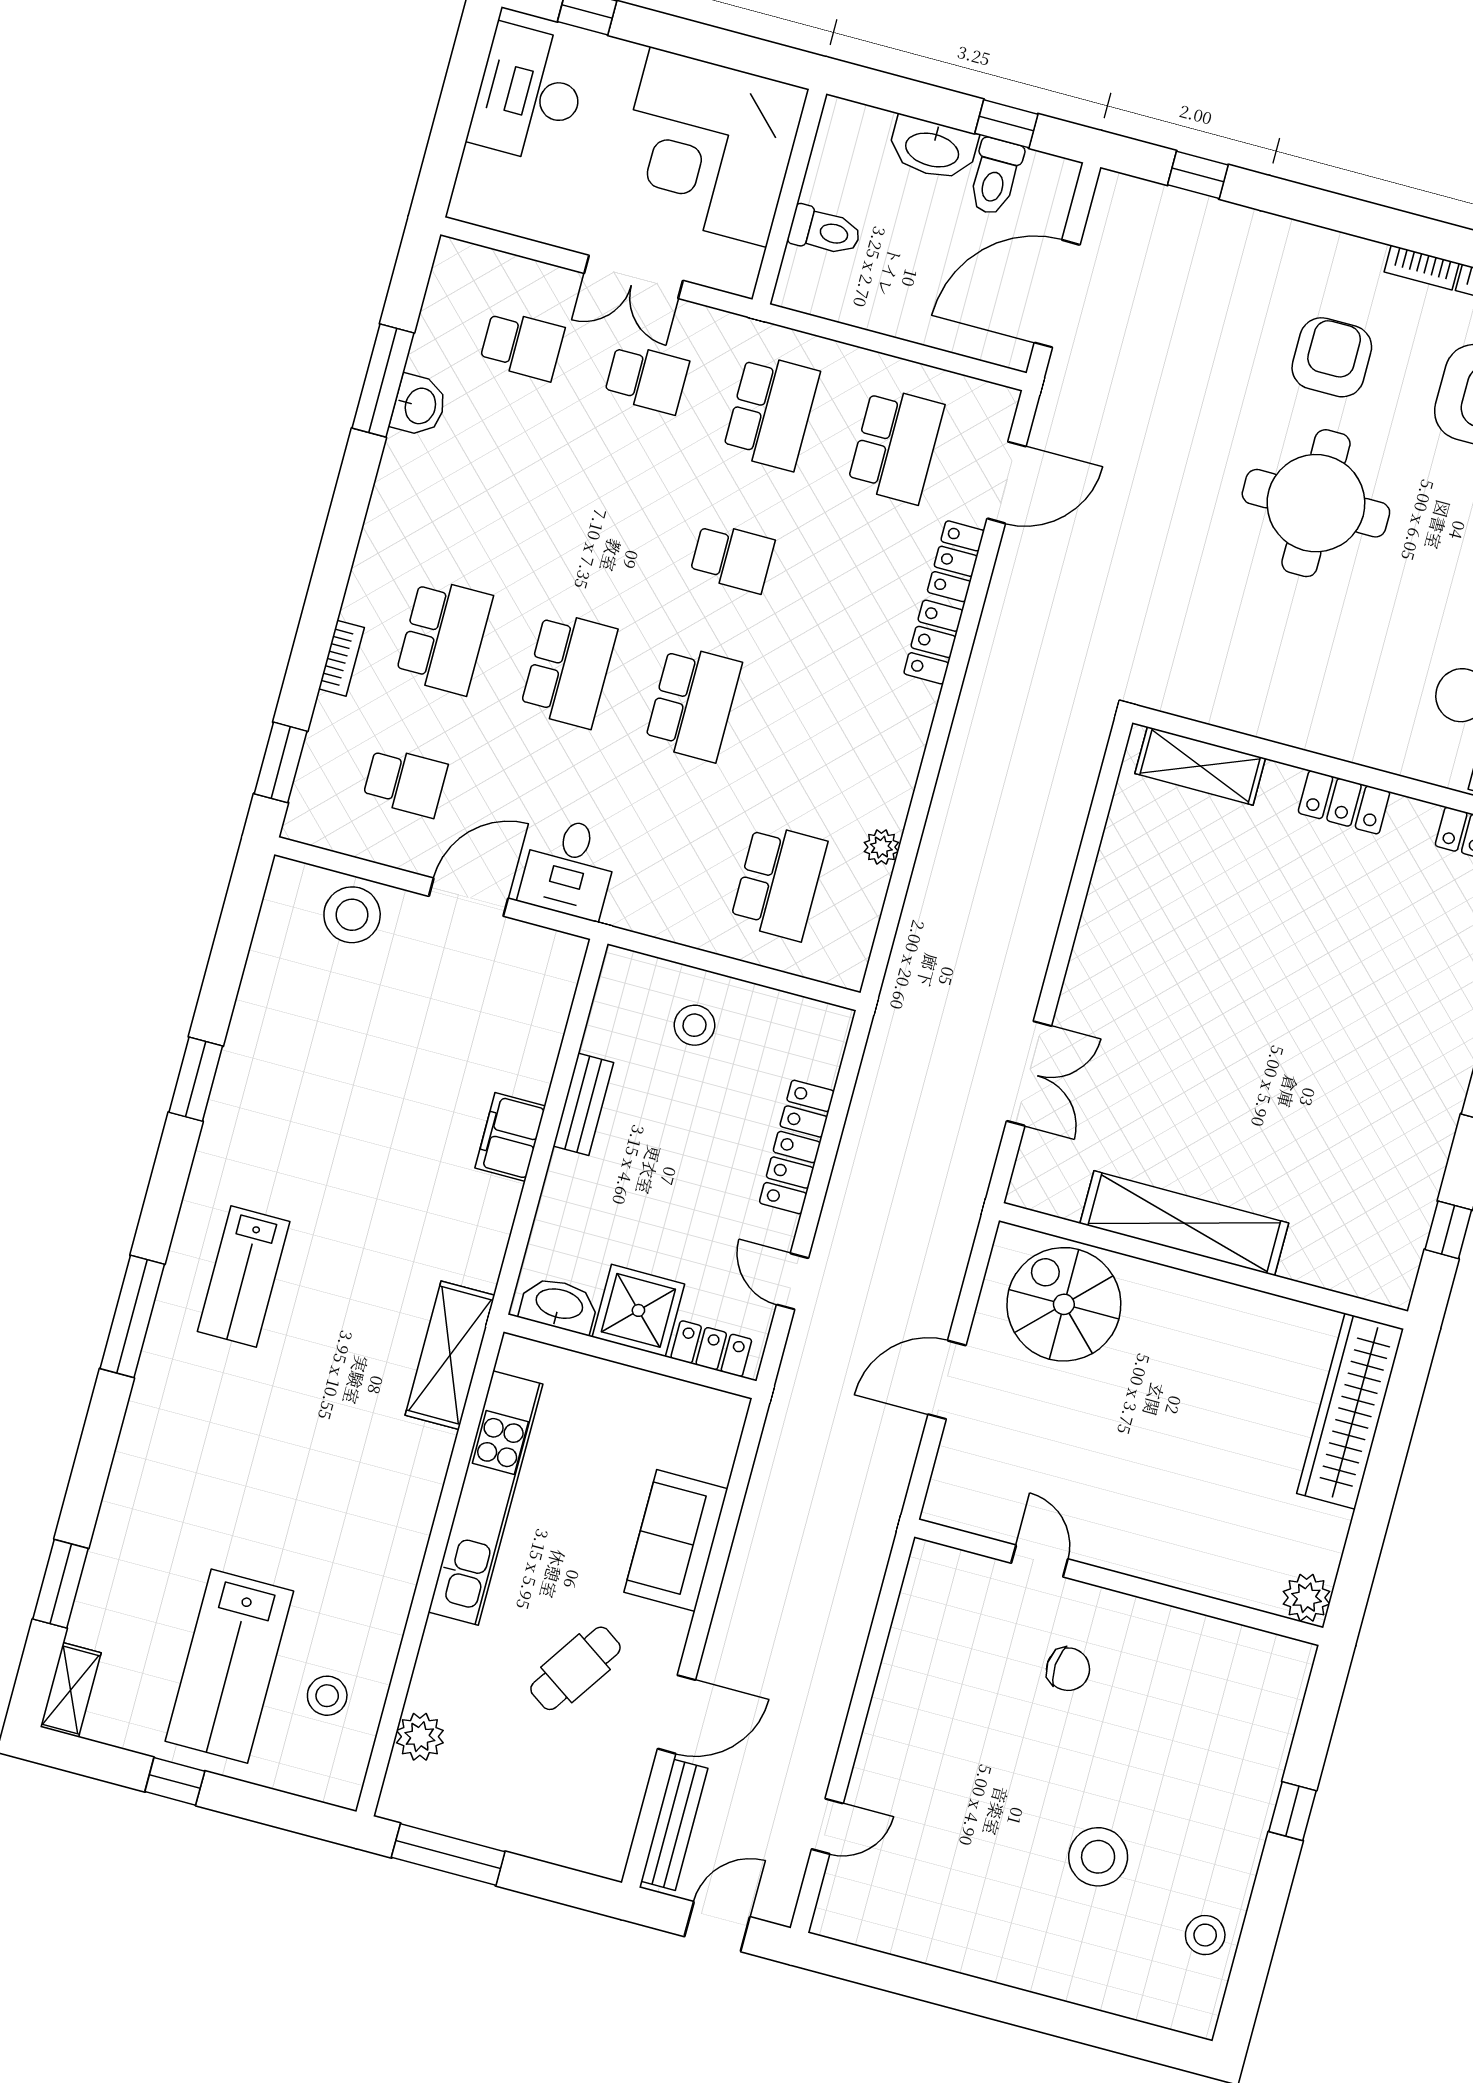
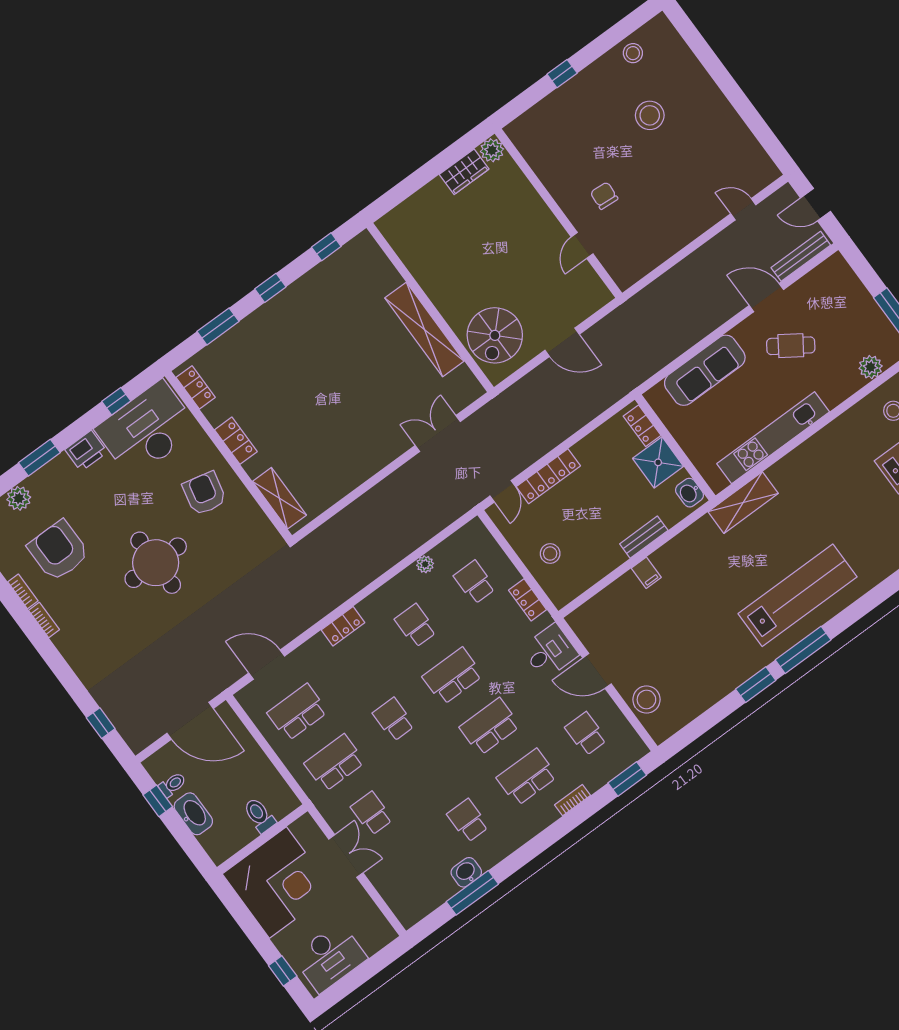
toilet: (995, 177) -> (172, 785), width x0.73, depth x0.72
school desk: (522, 345) -> (468, 821), moved
armchair: (1332, 357) -> (204, 493), moved, turned 103
locker: (956, 561) -> (528, 600), moved, turned 90
school desk: (818, 737) -> (416, 626), added
school desk: (779, 882) -> (475, 582), width x0.54
bench: (583, 1104) -> (644, 537), moved
filing cabinet: (510, 1137) -> (646, 573), width x0.50
lab bench: (244, 1276) -> (798, 595), width x1.86, depth x1.39
door: (792, 1281) -> (503, 491), moved
washbasin: (559, 1305) -> (689, 493), width x0.72
window: (132, 1316) -> (803, 650), moved
wardrobe: (1350, 1411) -> (464, 172), moved, width x0.48, depth x0.85
sofa: (676, 1540) -> (705, 370), width x1.36

